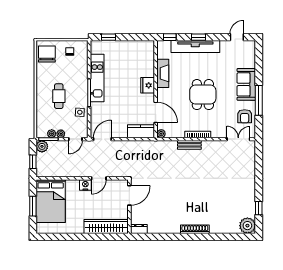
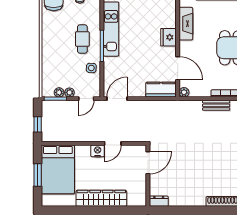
cafe table: (59, 96) -> (82, 39), moved
plant: (42, 146) -> (48, 107), removed
wardrobe: (106, 226) -> (101, 198), moved

